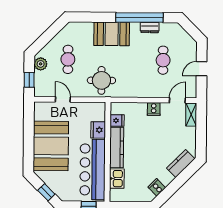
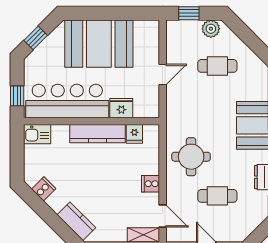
round table: (101, 80) -> (191, 157), moved
door: (63, 99) -> (163, 74), moved
kitchen sink: (117, 179) -> (37, 134), moved

